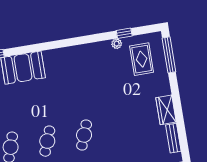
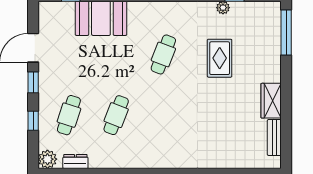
rug: (142, 59) -> (220, 58), moved
cafe table: (84, 135) -> (163, 54), moved

